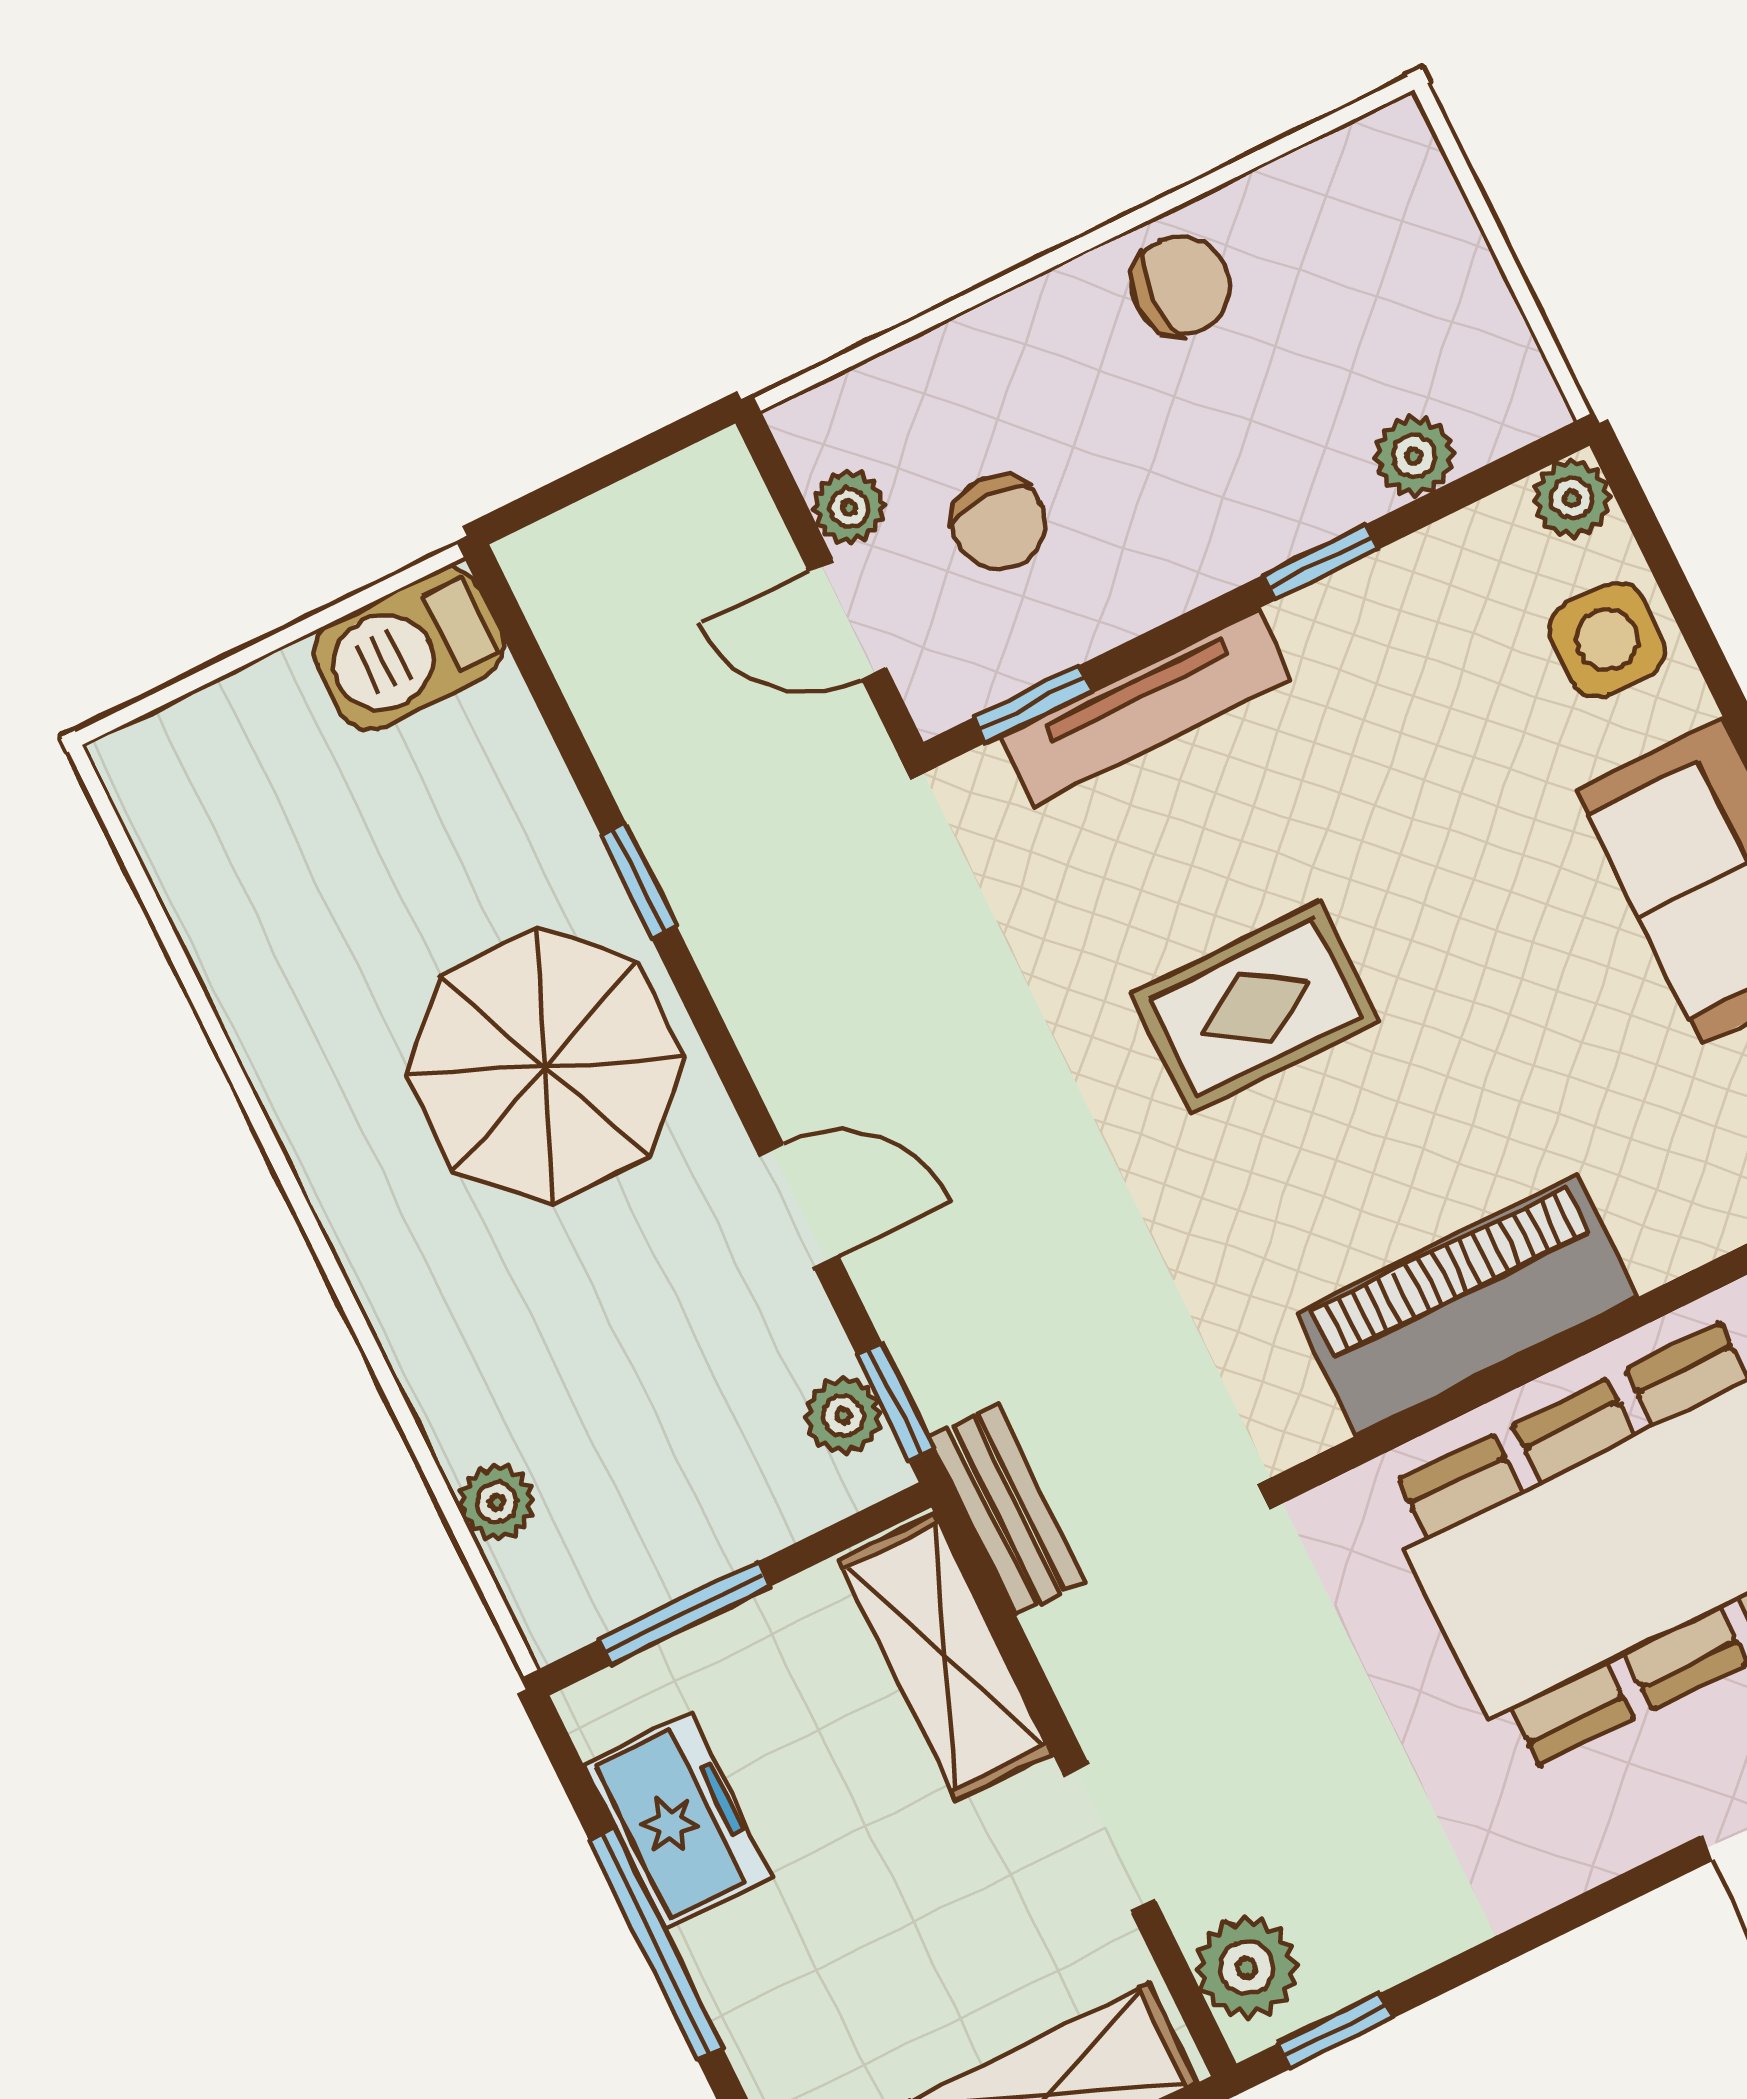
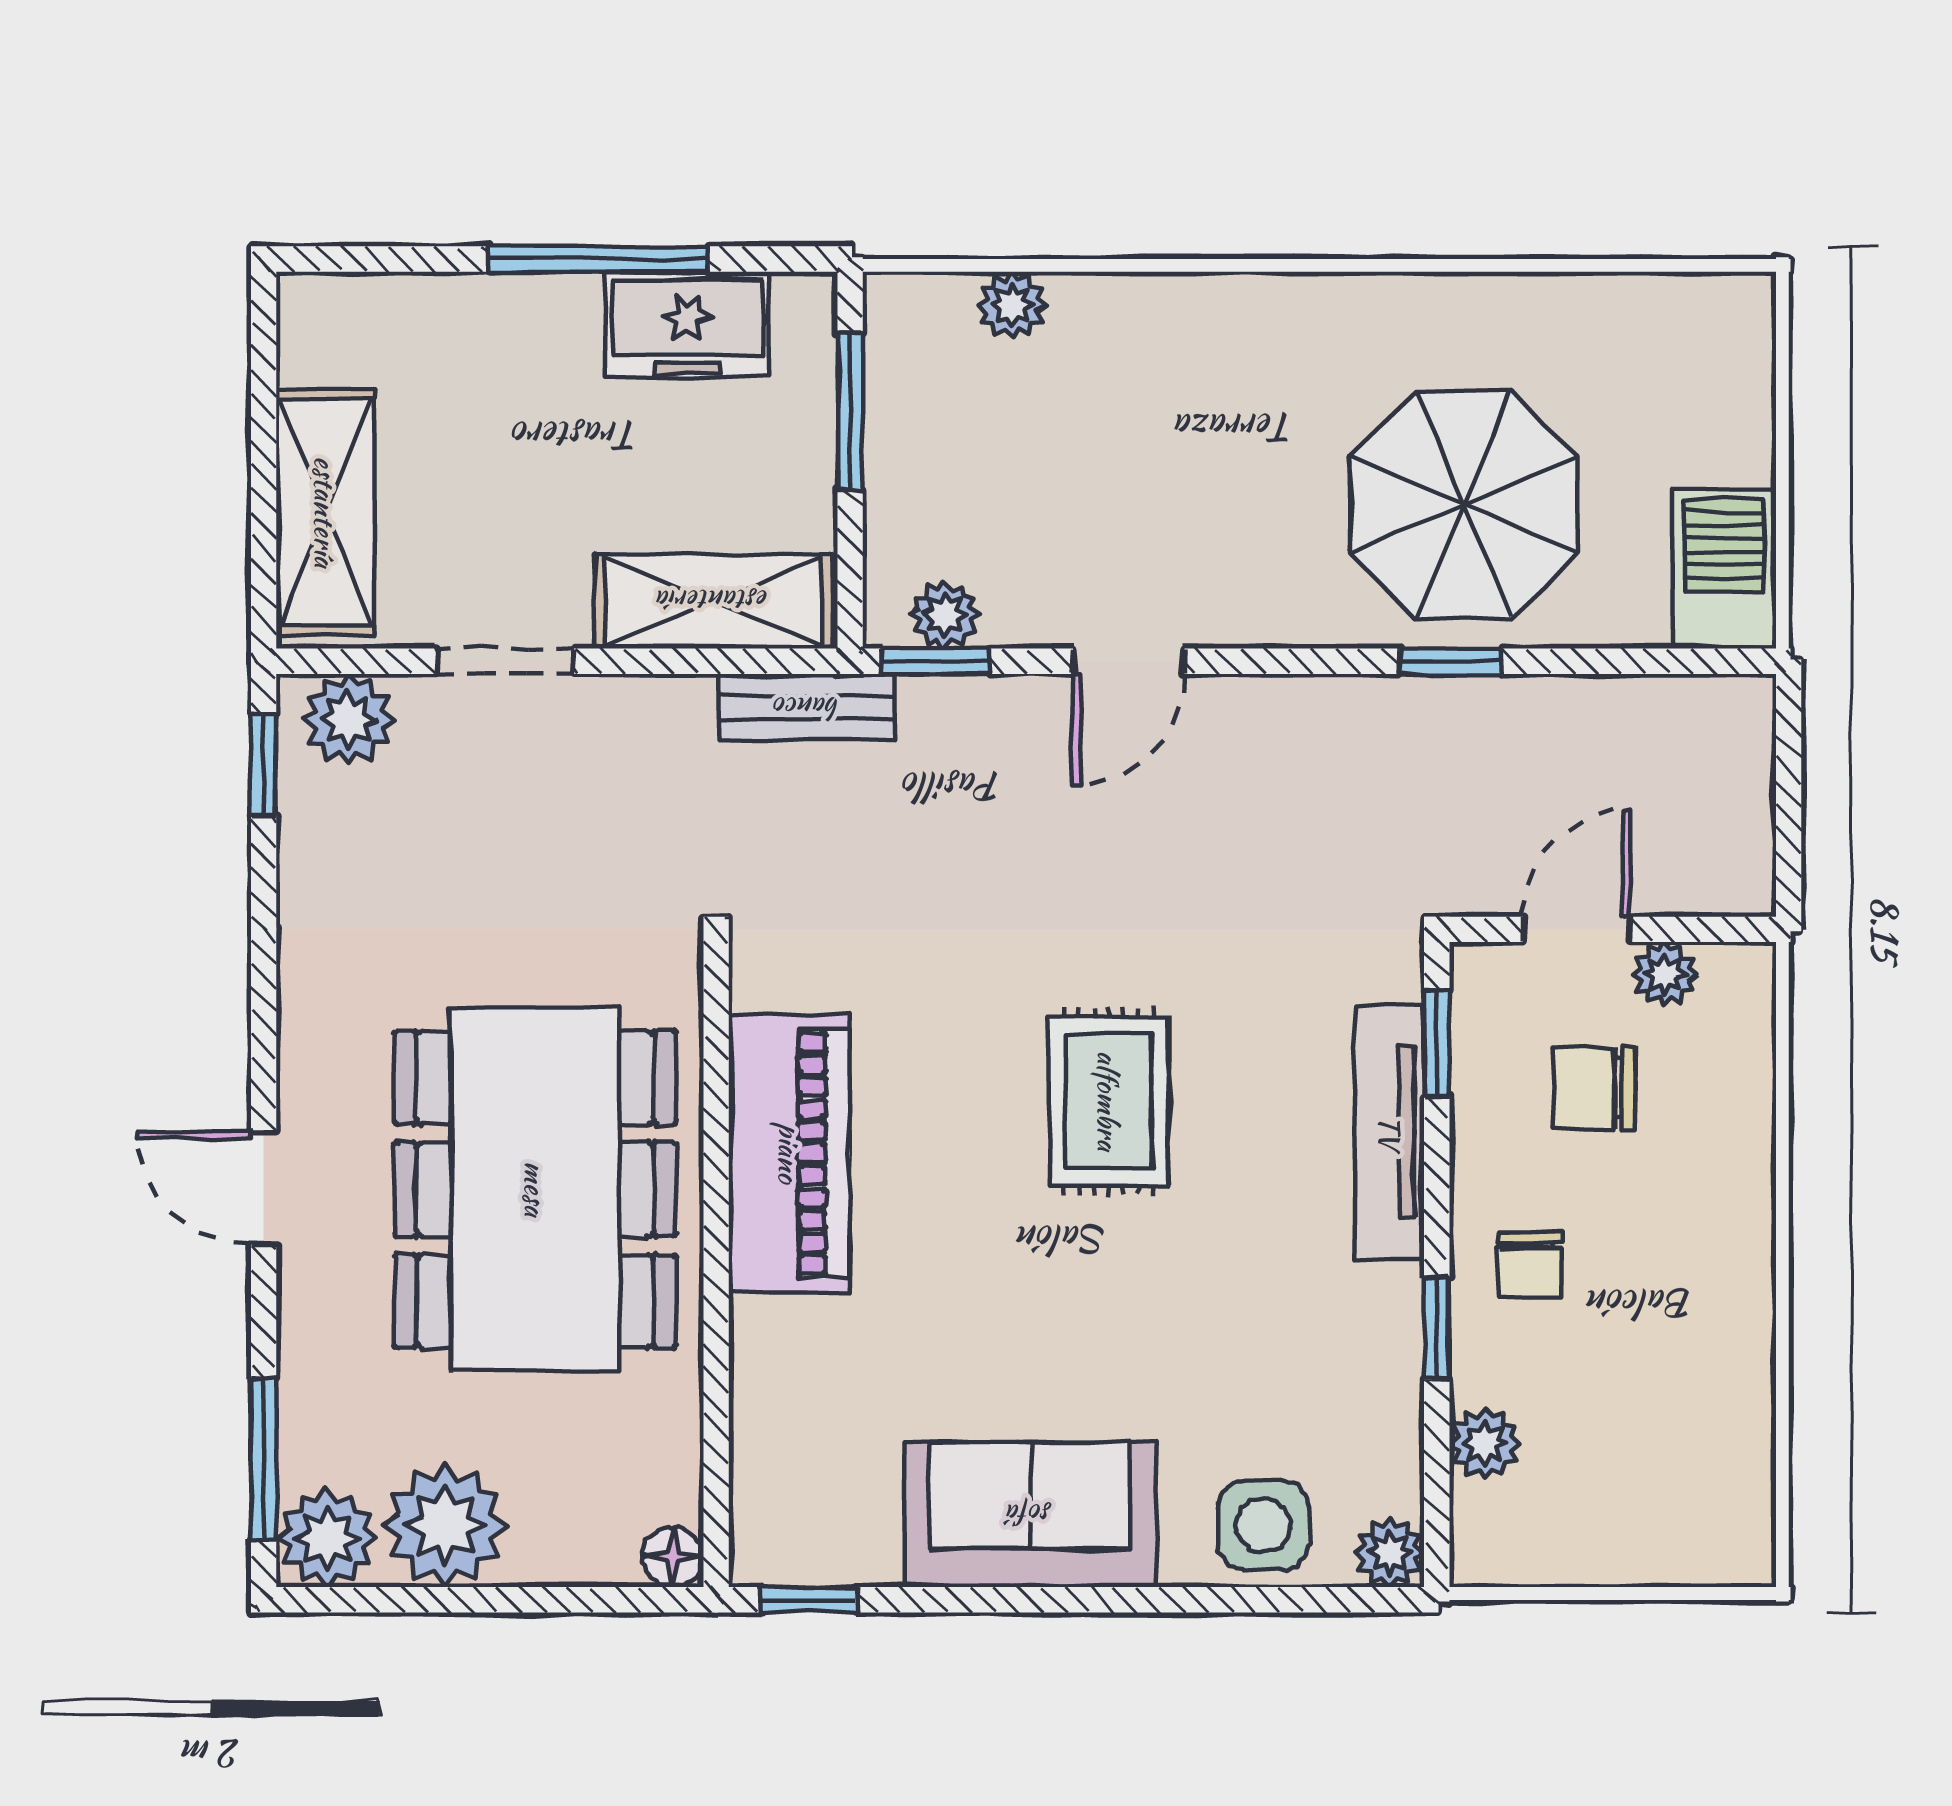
chair: (1181, 286) -> (1530, 1264), moved, width x0.73, depth x0.73
parasol: (545, 1066) -> (1464, 504), moved

